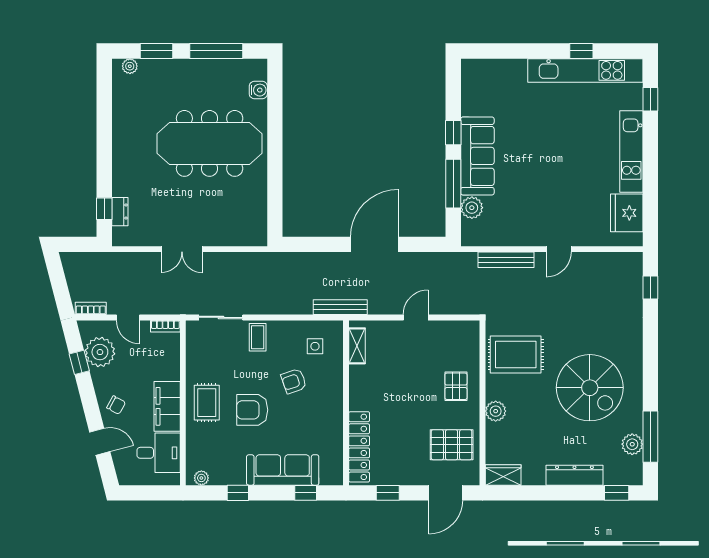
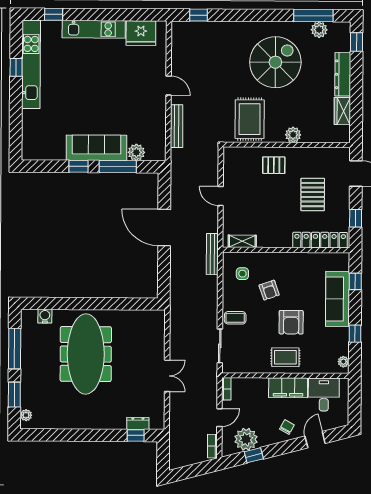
pallet: (452, 445) -> (313, 195), moved
wardrobe: (503, 475) -> (342, 111), moved

